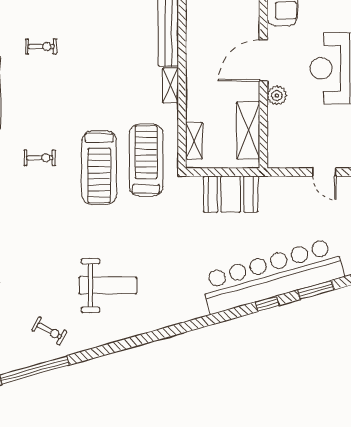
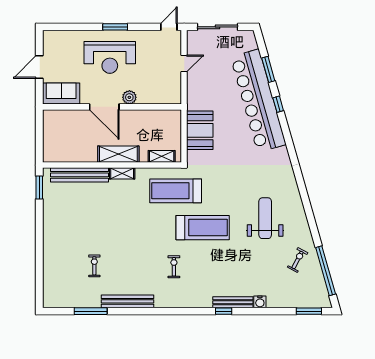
shelving: (248, 130) -> (118, 154), moved
treadmill: (99, 167) -> (203, 228), moved

